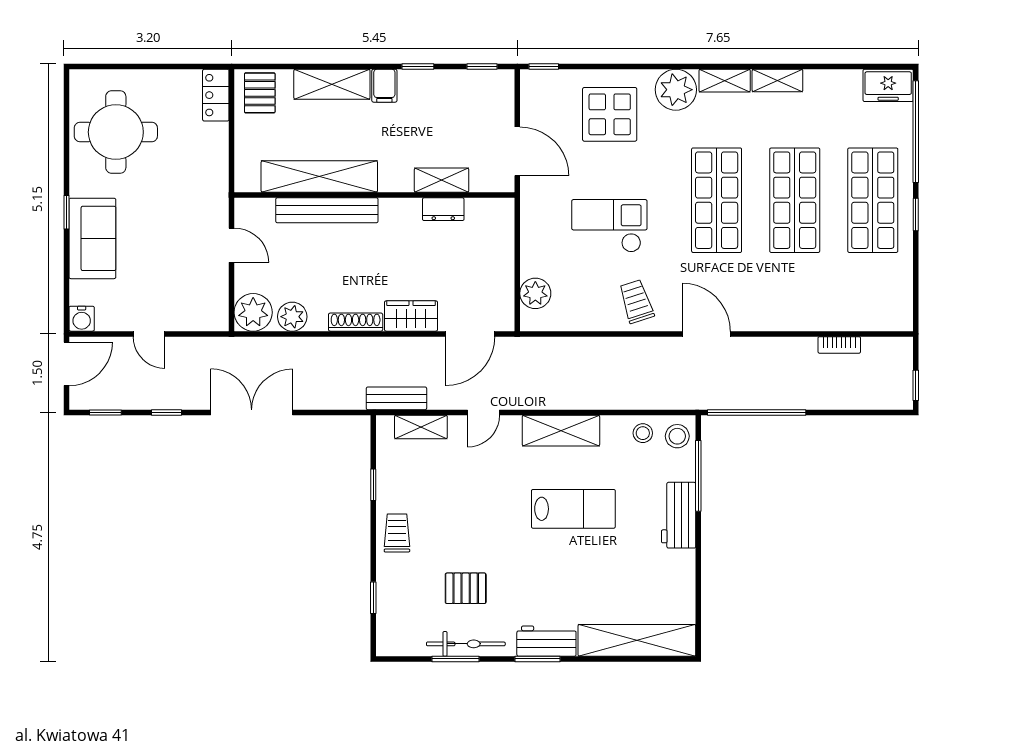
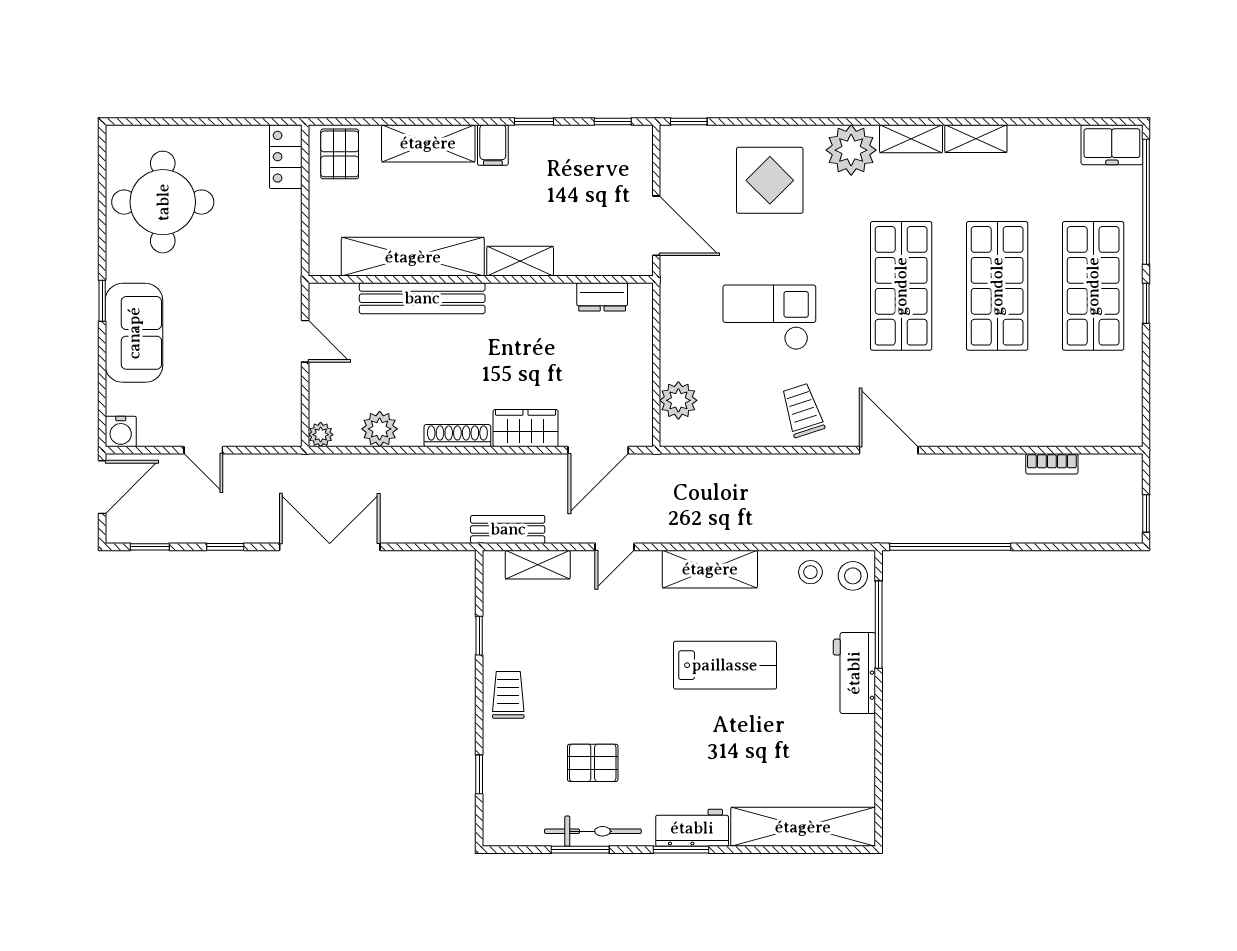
shelving: (442, 180) -> (520, 261), moved
dresser: (443, 209) -> (602, 297), moved
plant: (253, 312) -> (321, 435), width x0.53, depth x0.53

